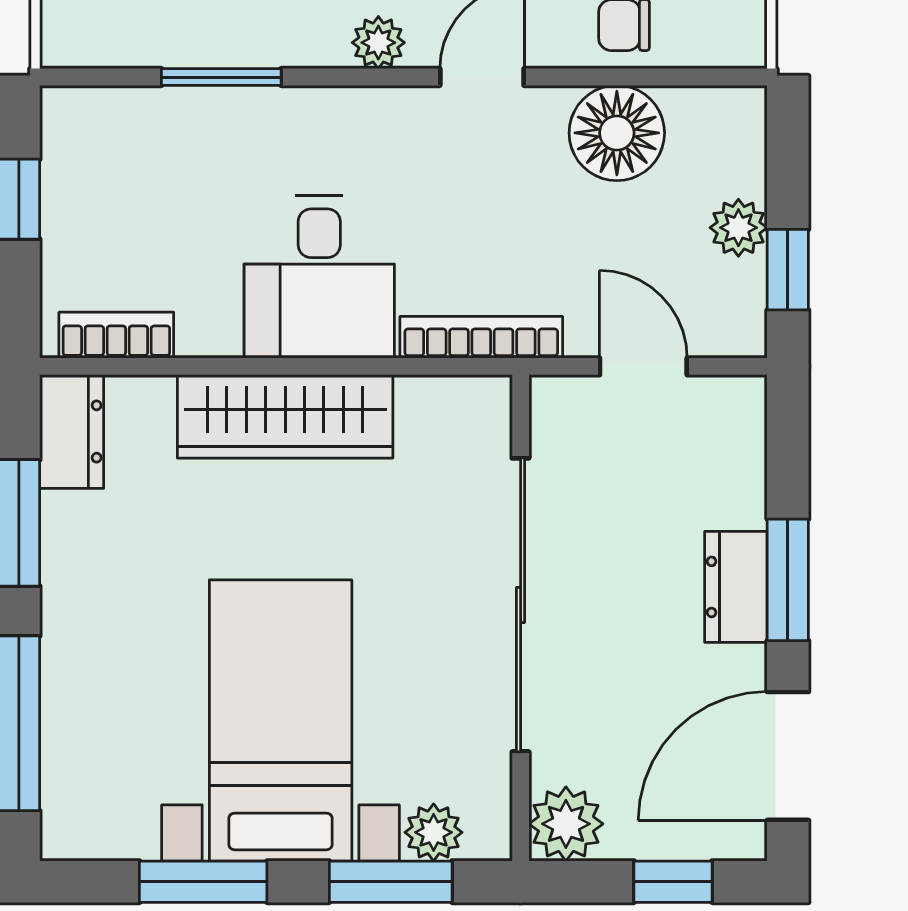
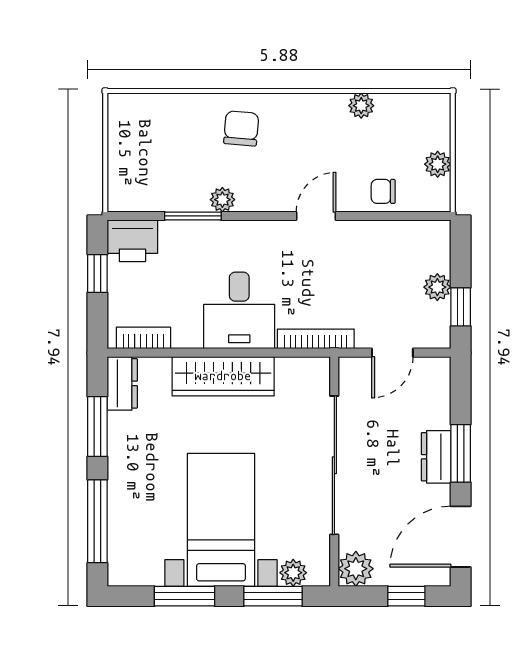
plant: (378, 43) -> (222, 200), moved
printer: (93, 130) -> (132, 241), added
floor lamp: (617, 133) -> (380, 242), removed
door: (643, 366) -> (392, 353), swing flipped

